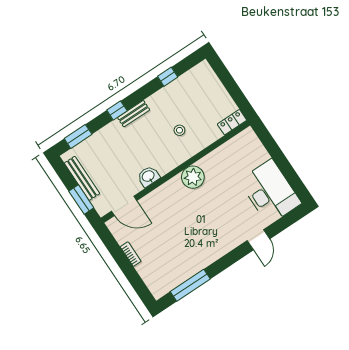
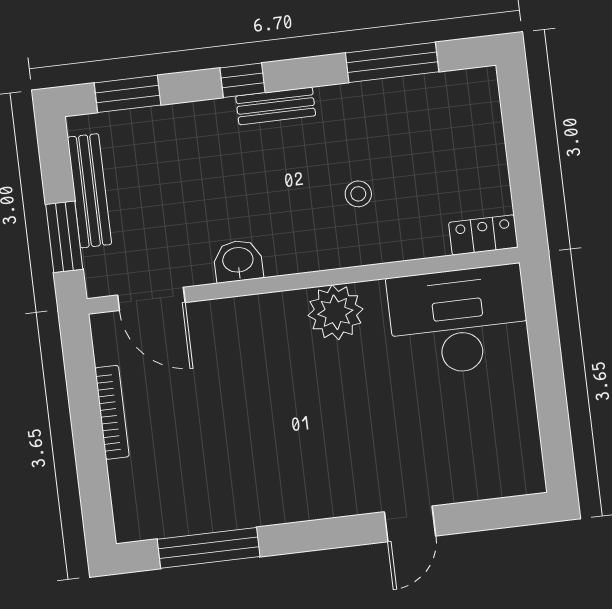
window: (168, 77) -> (392, 62), width x2.17
desk: (270, 192) -> (459, 321), moved, turned -90
bookcase: (131, 254) -> (112, 412), width x1.56

